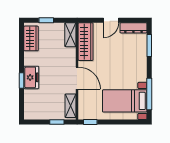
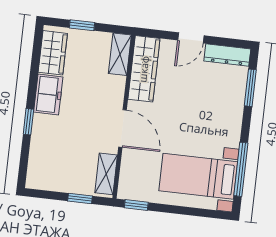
freezer: (31, 77) -> (48, 95), moved

